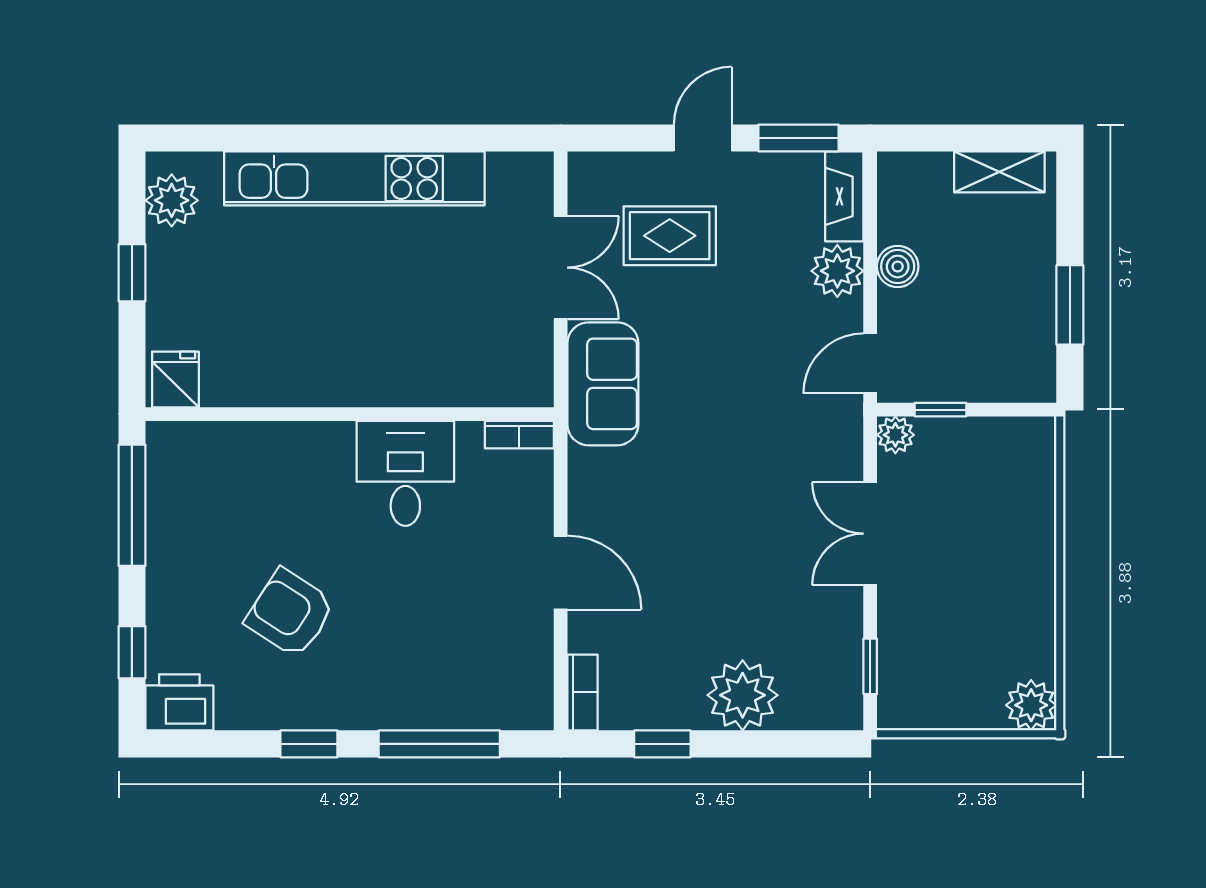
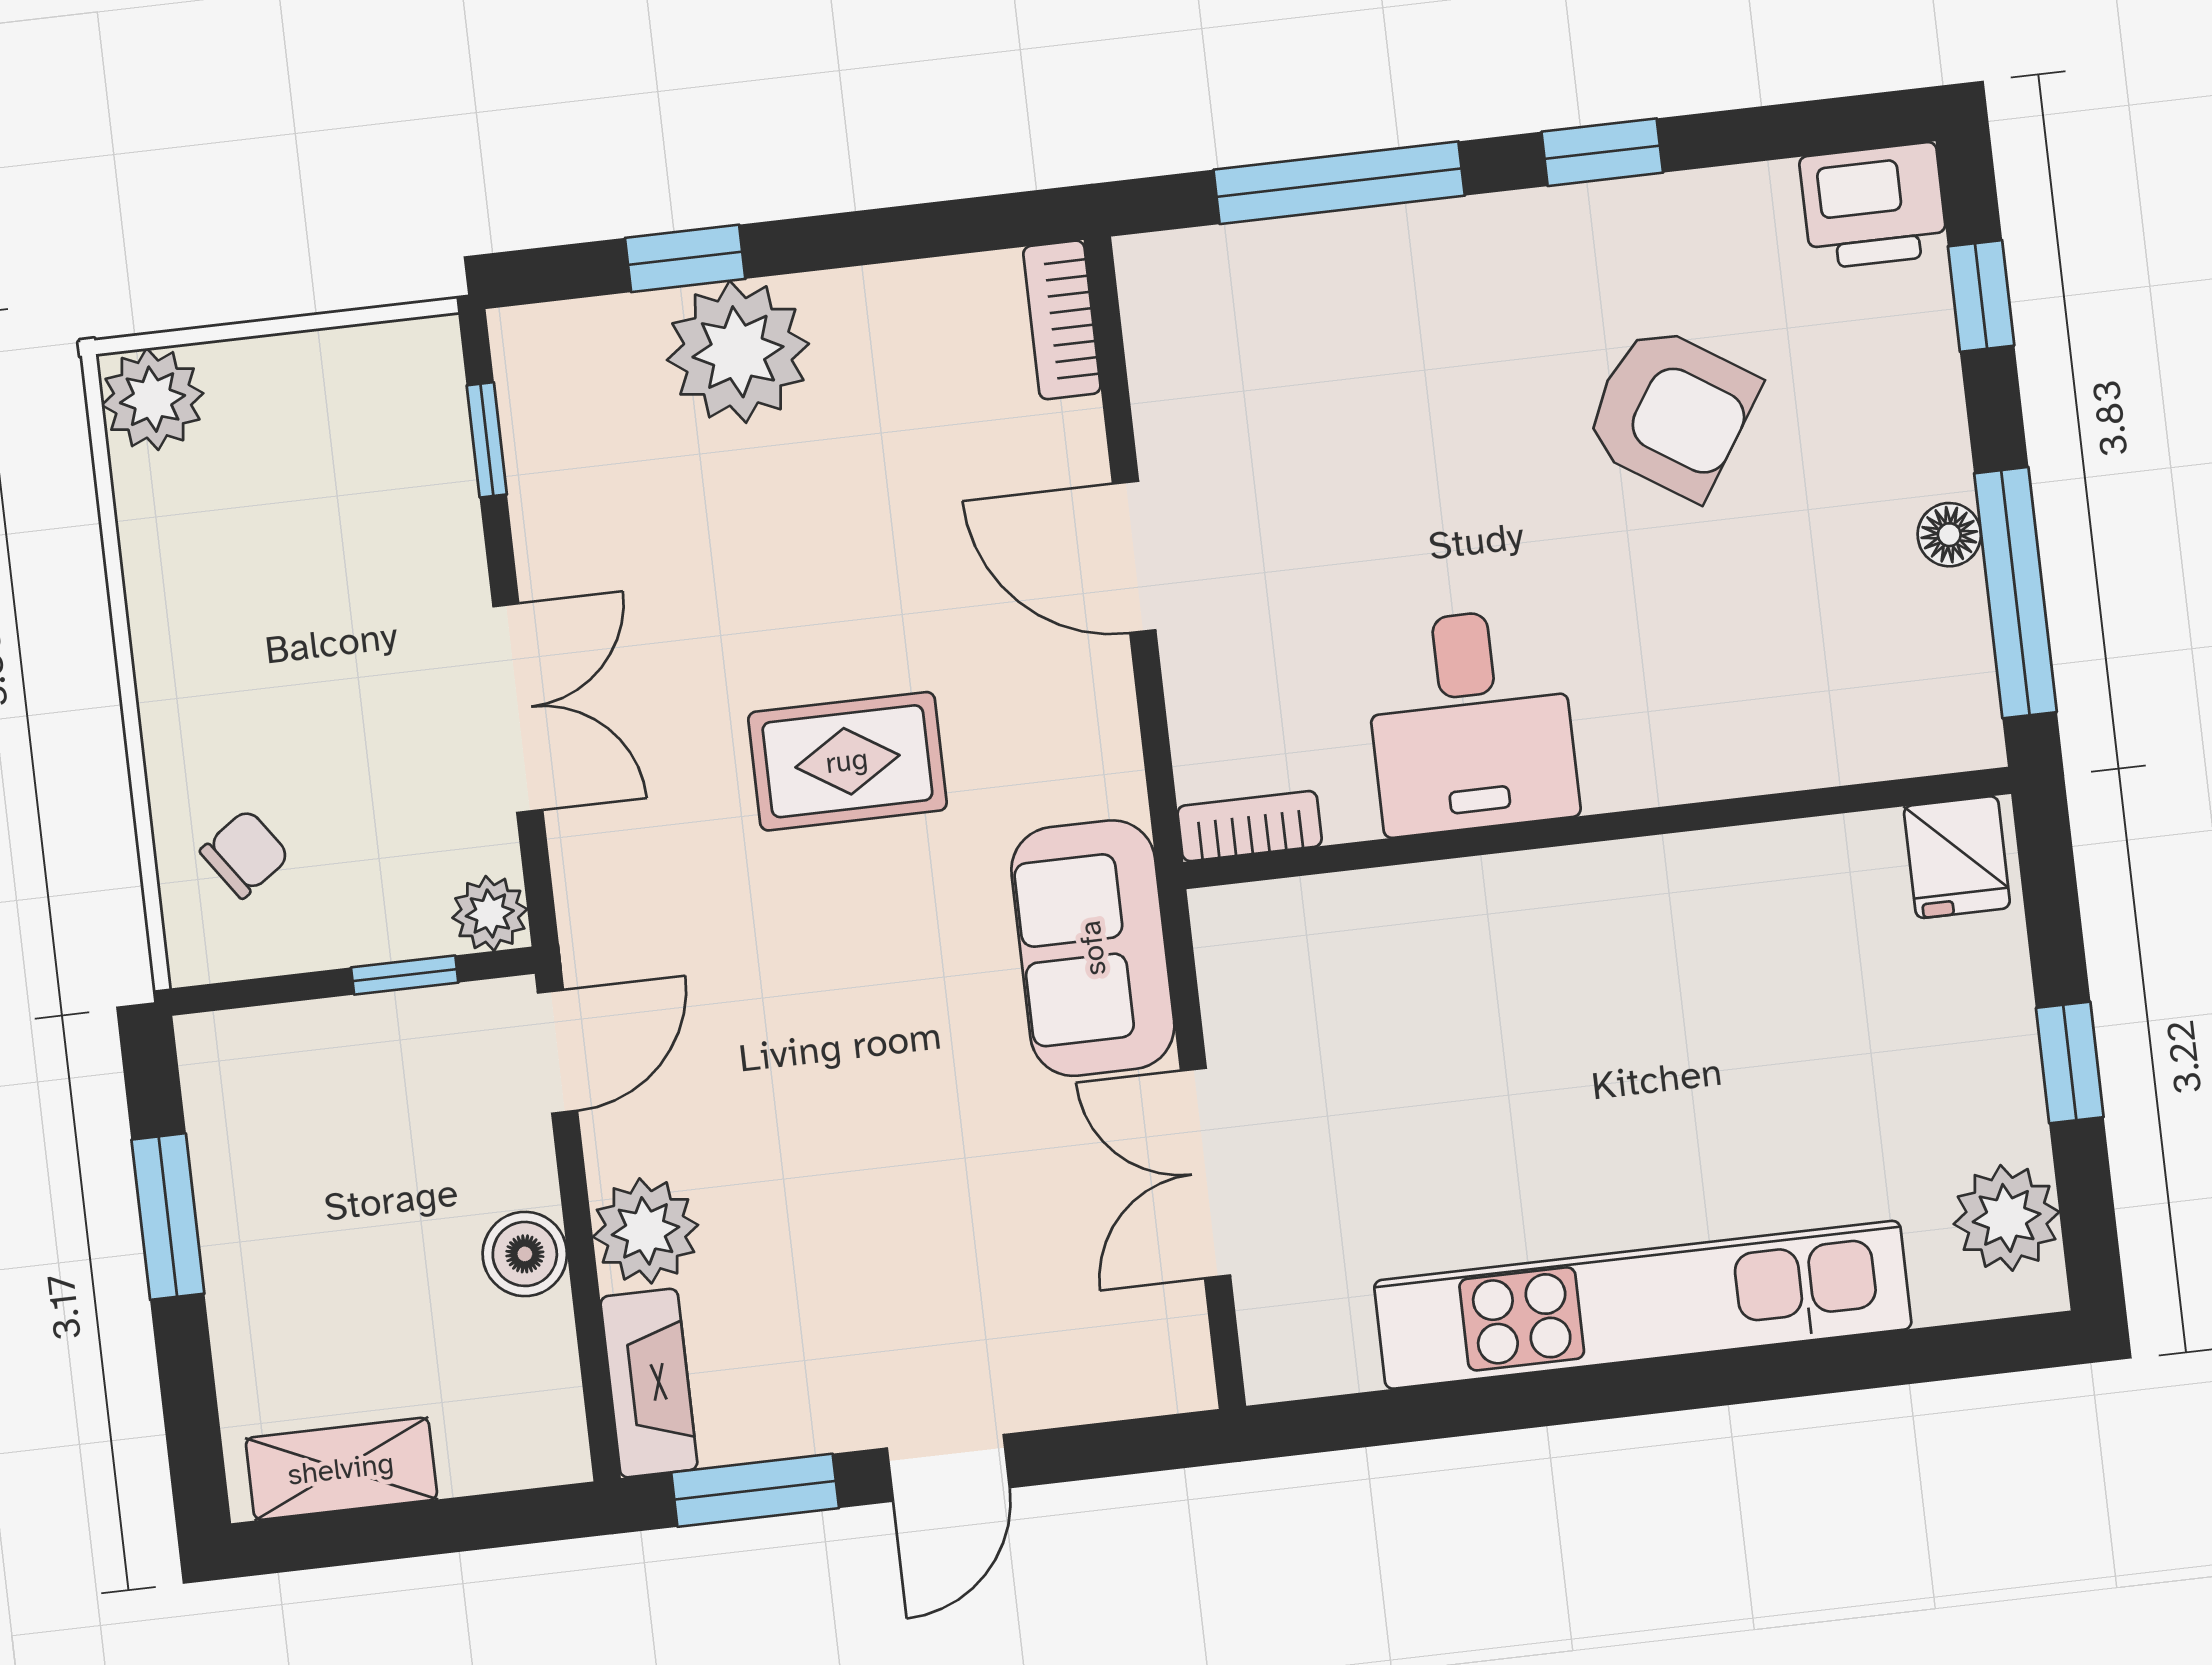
rug: (670, 236) -> (847, 761), moved
chair: (1012, 478) -> (245, 854), added
floor lamp: (161, 537) -> (1949, 535), added
window: (662, 744) -> (685, 258), moved

